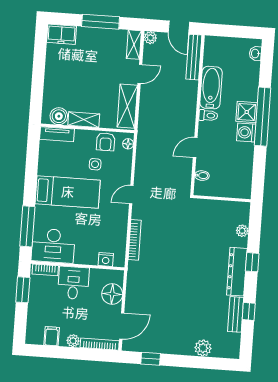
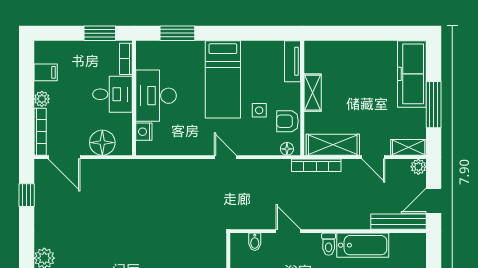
freezer: (62, 34) -> (412, 74), width x1.91, depth x1.26
boiler: (59, 116) -> (315, 62), removed
window: (27, 226) -> (177, 33), width x0.69
bookcase: (135, 240) -> (316, 165), moved
desk: (53, 246) -> (156, 96), moved

